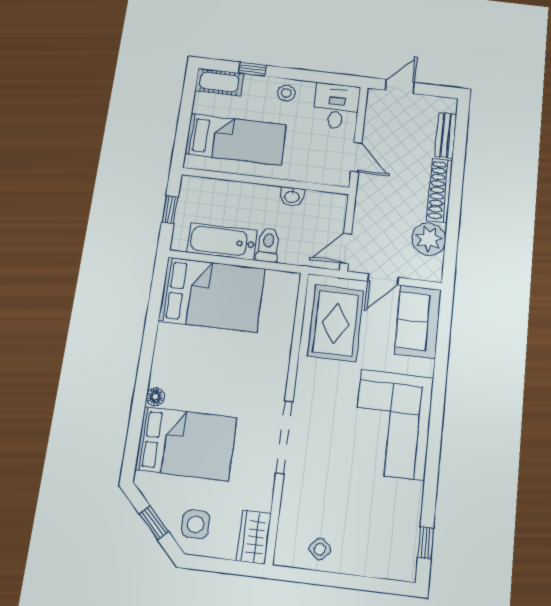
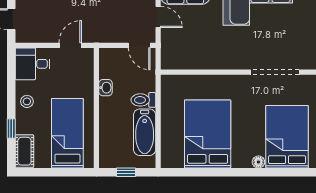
bed: (212, 295) -> (208, 134), moved
rug: (336, 323) -> (193, 46), removed

